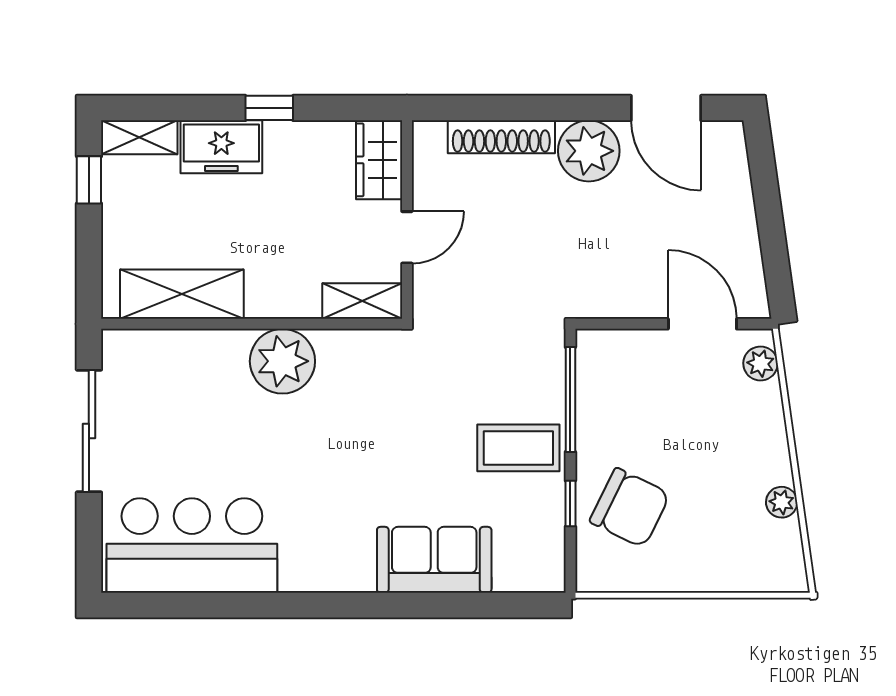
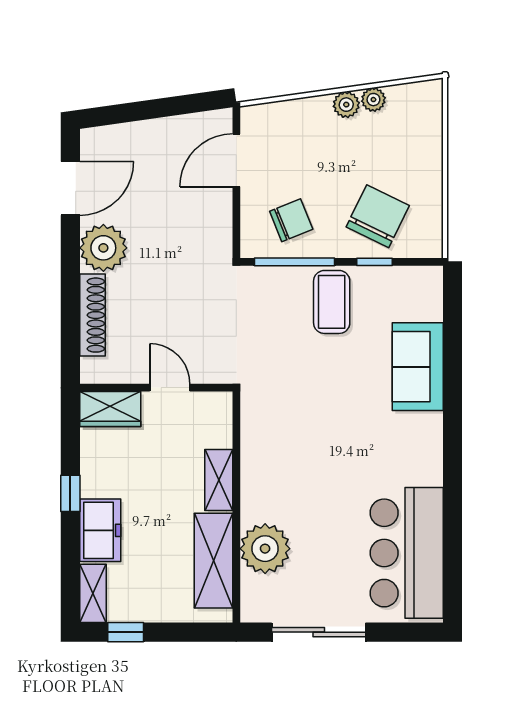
shelving: (362, 301) -> (219, 480), moved
plant: (282, 361) -> (265, 549), moved
plant: (761, 363) -> (346, 105), moved
chair: (625, 395) -> (291, 220), added

